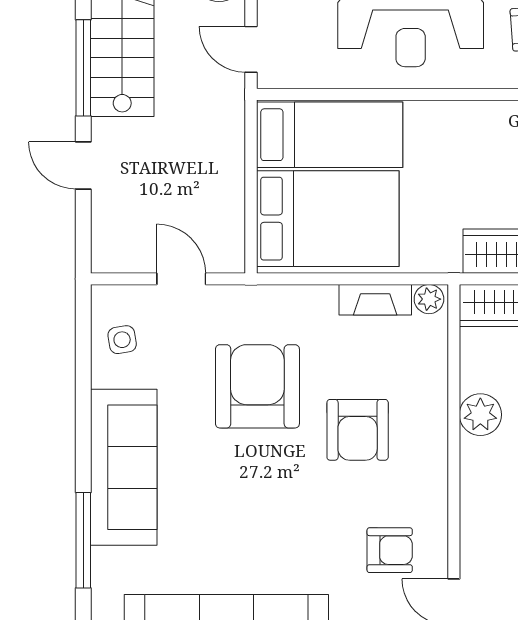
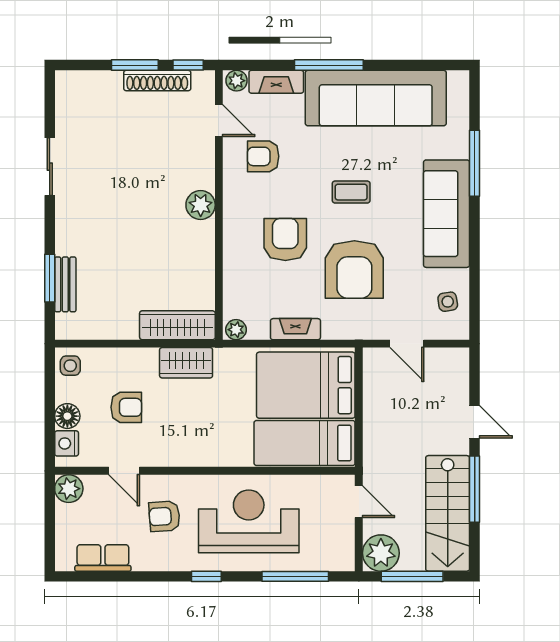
fireplace: (375, 300) -> (295, 329), moved
plant: (480, 415) -> (201, 205), moved
coffee table: (262, 499) -> (351, 192), added

